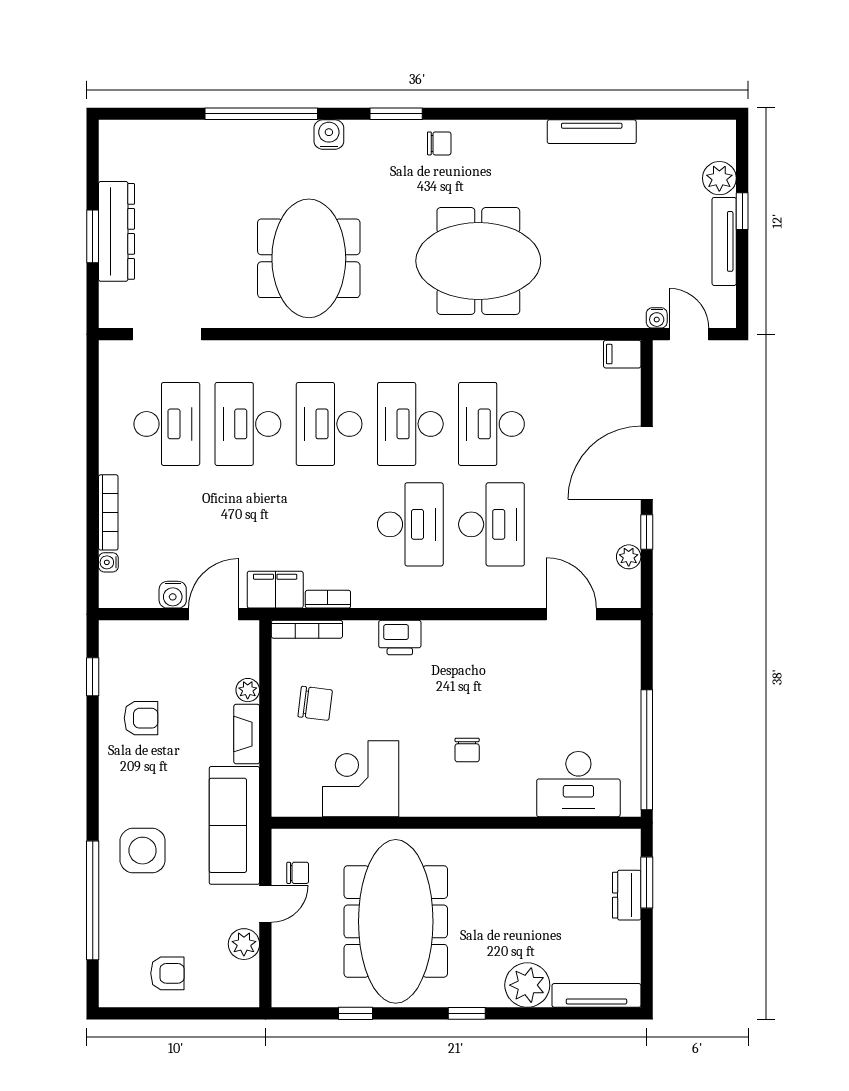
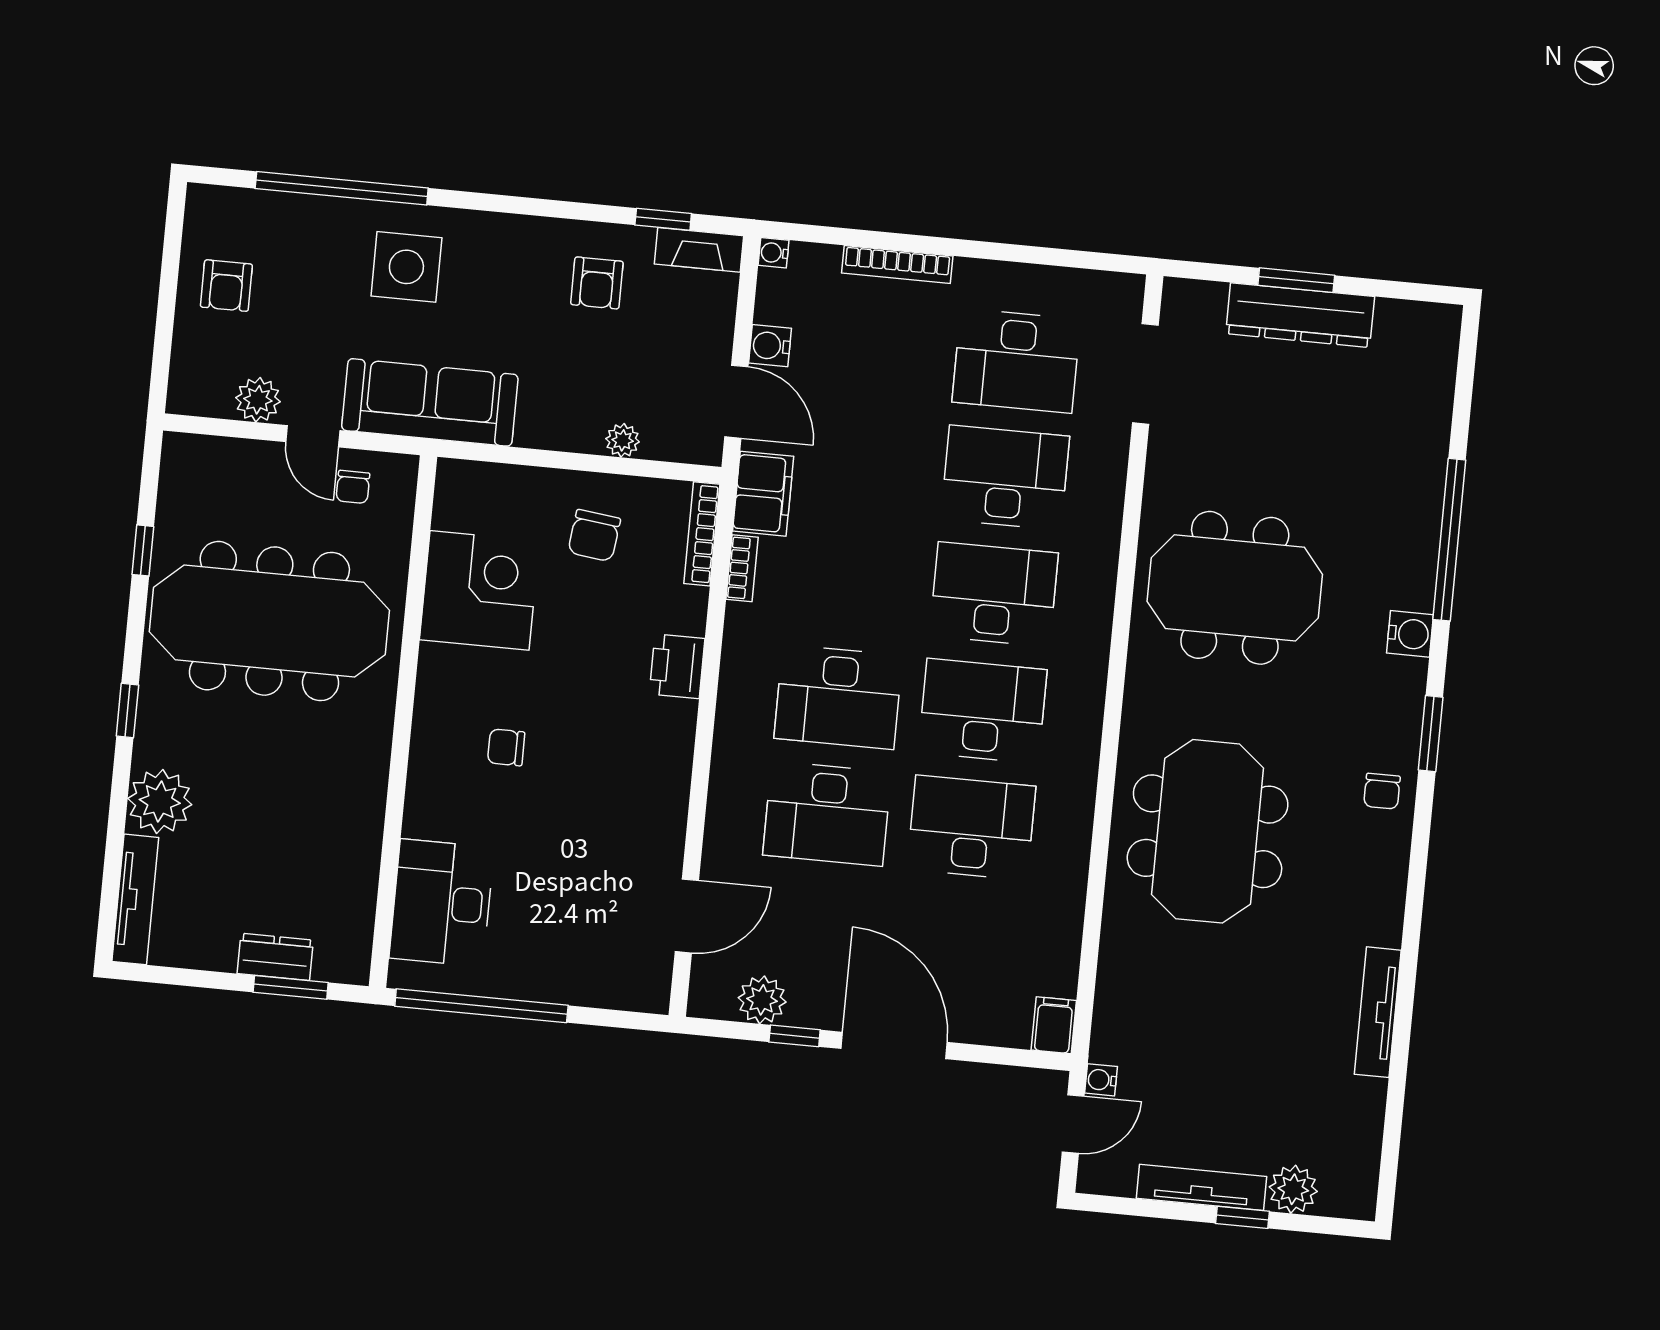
plant: (629, 557) -> (762, 1000), width x1.38, depth x1.38
water cooler: (108, 562) -> (774, 253), moved, turned -90
fireplace: (247, 734) -> (699, 250), moved, turned 180

